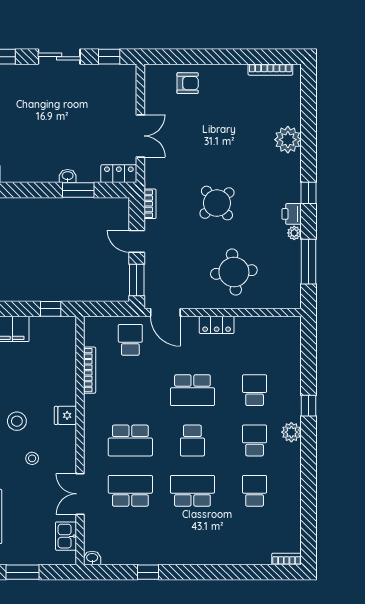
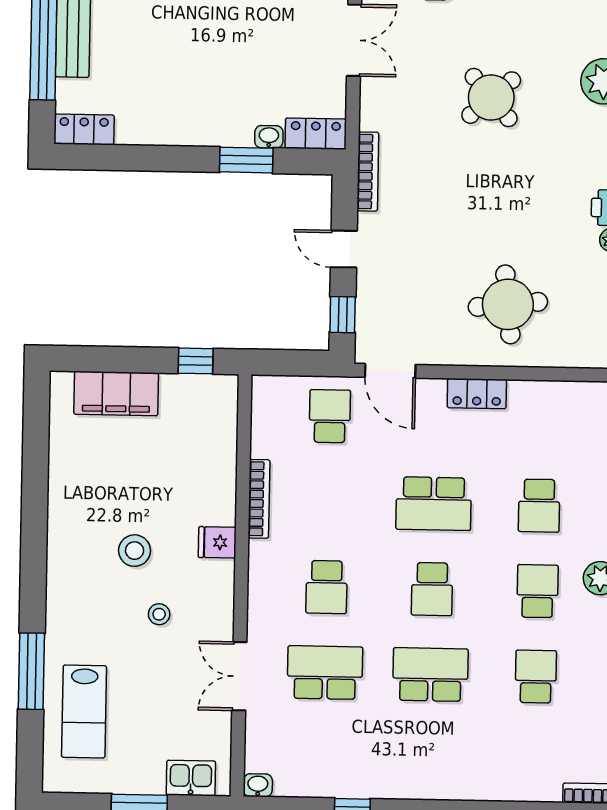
double door: (140, 136) -> (354, 40), moved
washbasin: (68, 176) -> (269, 137), moved
round table: (217, 203) -> (491, 98), moved
bookcase: (150, 204) -> (368, 172), width x1.56
window: (137, 280) -> (343, 315), width x0.67
bookcase: (90, 370) -> (259, 499), moved
school desk: (255, 390) -> (539, 506), turned 180
school desk: (130, 440) -> (327, 587), width x0.54
kitchen sink: (66, 536) -> (191, 778), moved, turned 90

